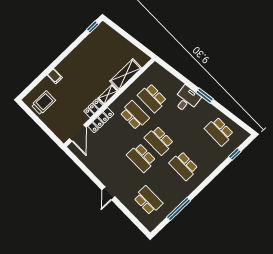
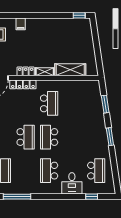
window: (177, 75) -> (105, 104), added
school desk: (152, 98) -> (73, 103), removed
desk: (187, 99) -> (72, 183), moved, turned 98
school desk: (219, 131) -> (96, 171), turned 180
school desk: (141, 158) -> (26, 137), turned 180

